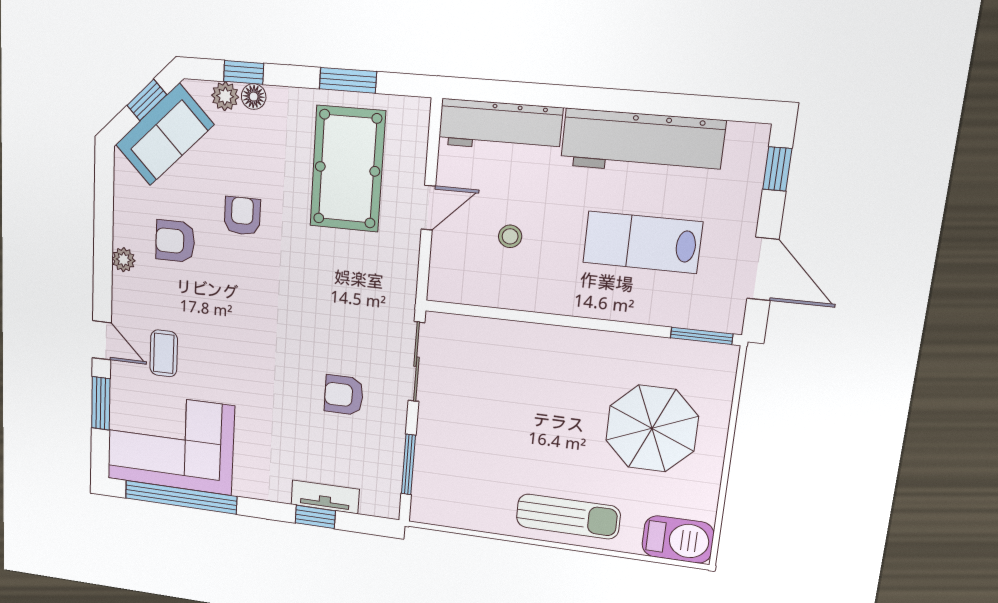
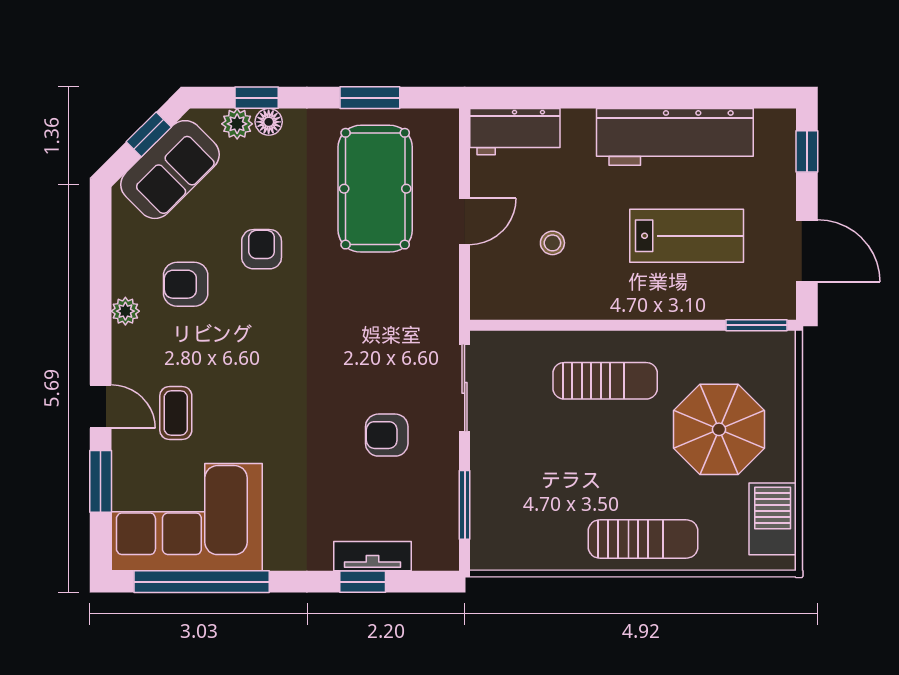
workbench: (500, 126) -> (515, 132), width x0.73
lab bench: (642, 242) -> (687, 236), turned 180
sun lounger: (548, 371) -> (605, 381), added
barbecue: (678, 539) -> (773, 519), moved, turned -90

